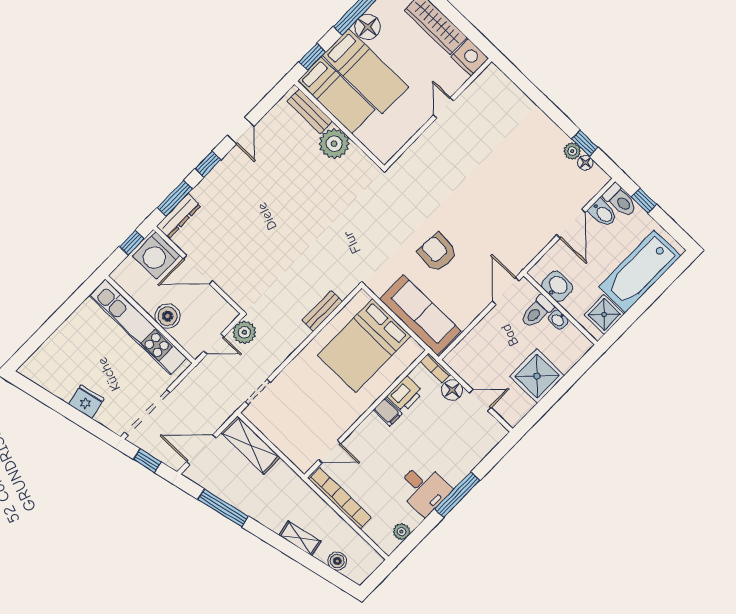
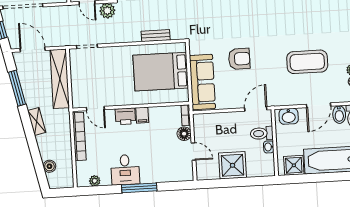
coffee table: (515, 188) -> (307, 62), added
armchair: (437, 253) -> (239, 59), turned 86
washbasin: (557, 286) -> (289, 116), moved, turned 90
printer: (405, 394) -> (125, 116), moved
shelving: (251, 445) -> (60, 79), width x1.47
shelving: (300, 538) -> (37, 121), moved

